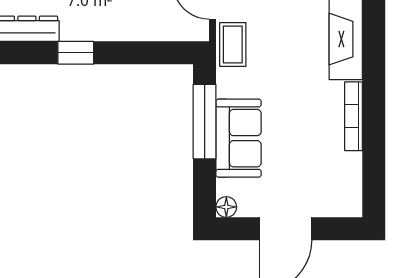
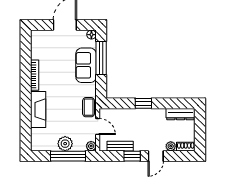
window: (76, 53) -> (143, 103), moved
window: (205, 122) -> (101, 58), moved

